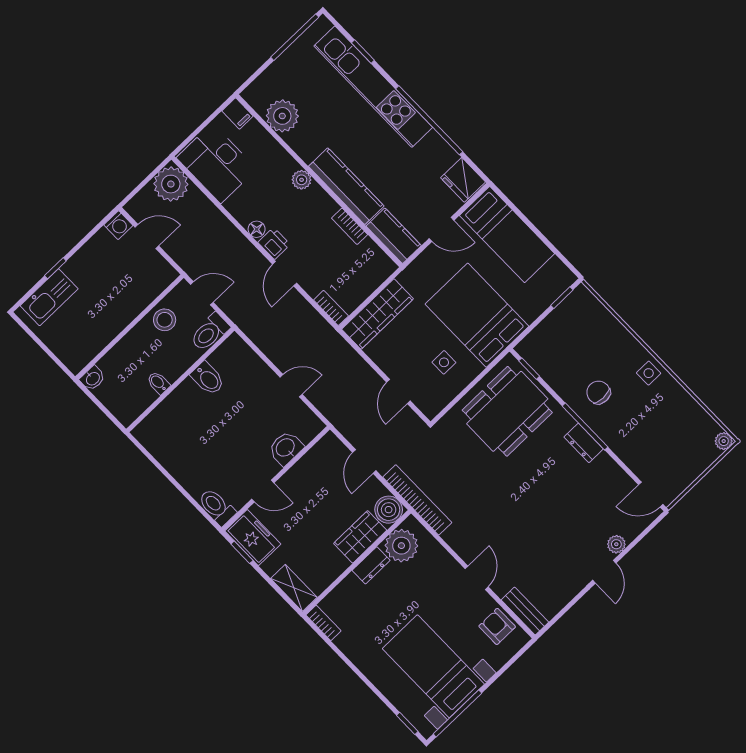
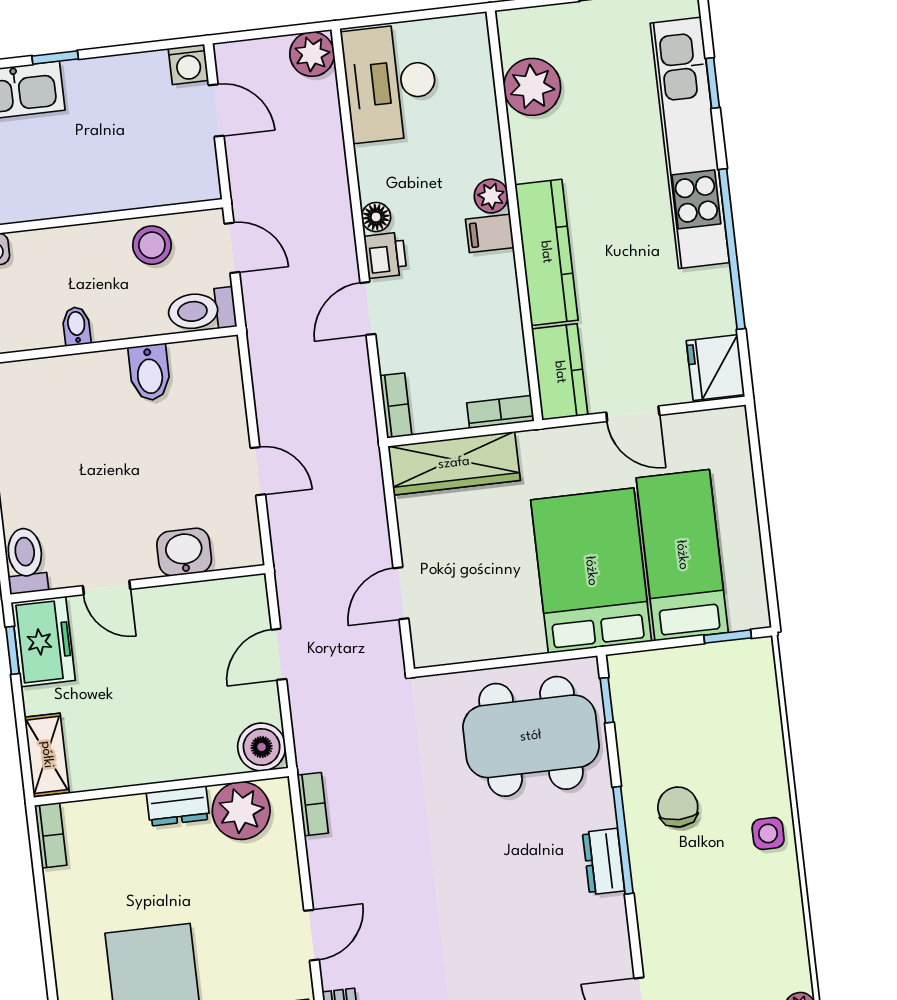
filing cabinet: (237, 113) -> (490, 233), moved, turned 90
plant: (171, 184) -> (312, 54), width x0.73, depth x0.73
bookcase: (350, 226) -> (500, 412), moved, turned 90
bed: (507, 235) -> (682, 555), moved, turned 180
side table: (444, 362) -> (495, 601), removed
bookcase: (417, 500) -> (313, 804), width x0.43, depth x0.76
wardrobe: (360, 537) -> (193, 755), removed

